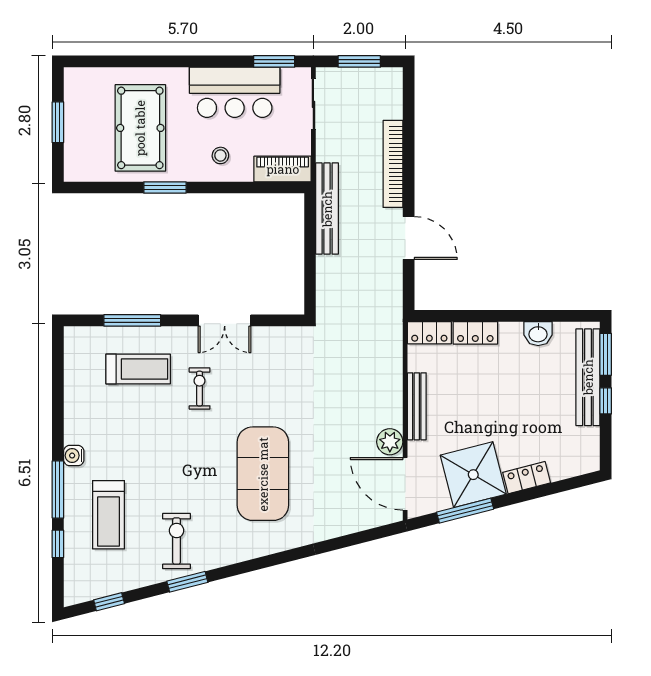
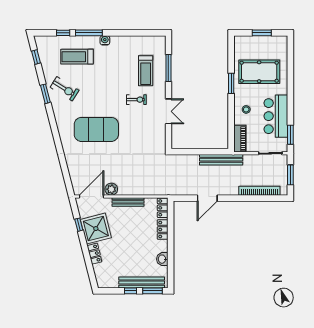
bookcase: (393, 164) -> (259, 191), moved
double door: (225, 320) -> (168, 111), swing flipped
window: (465, 511) -> (79, 225), width x0.46
exercise bike: (177, 541) -> (65, 89), turned 32

